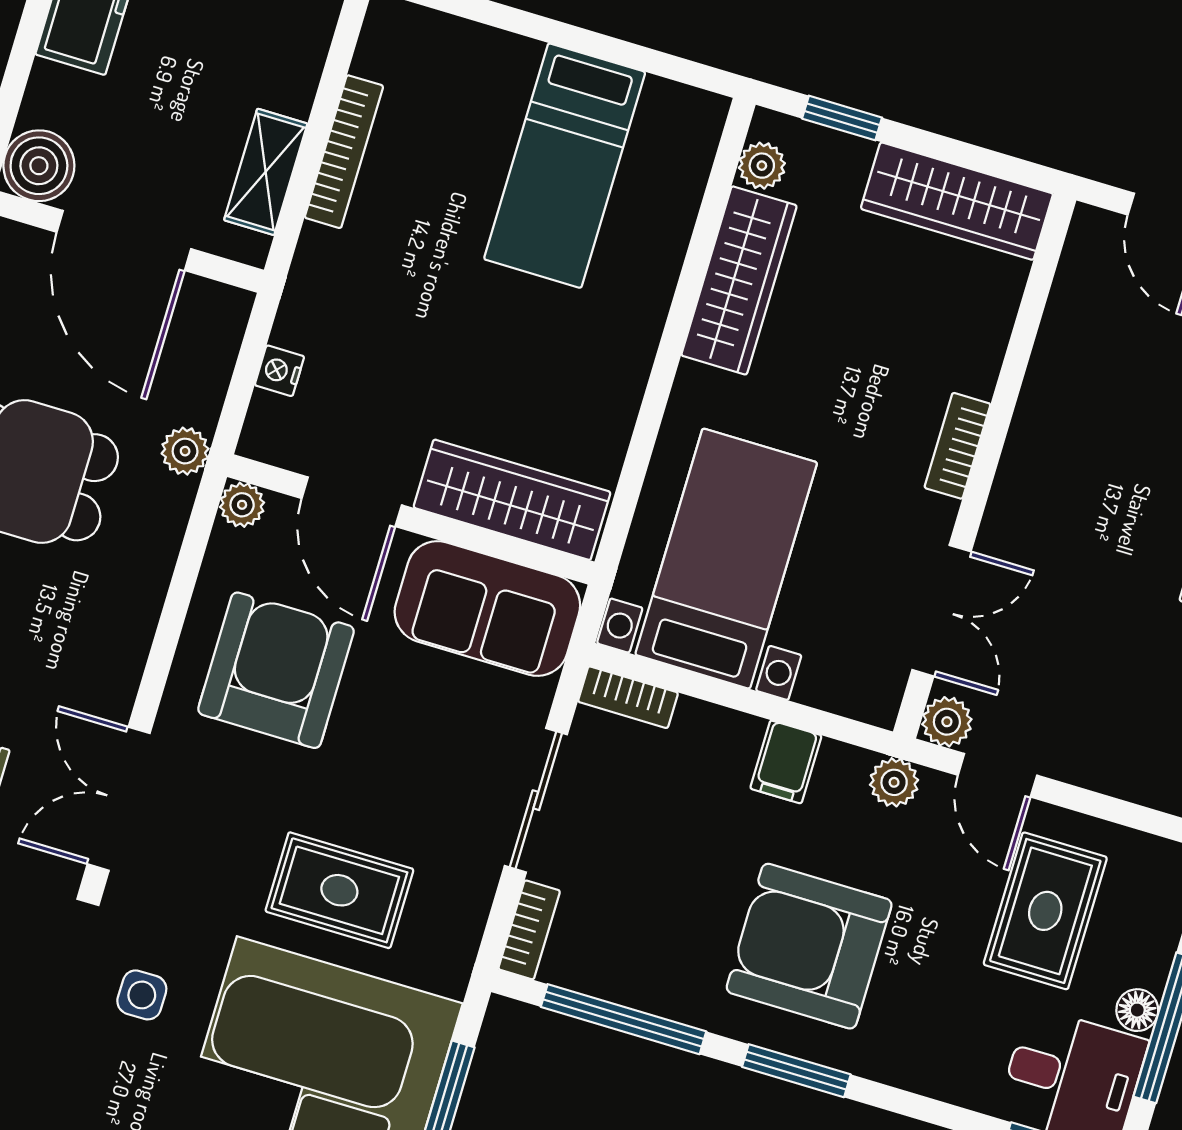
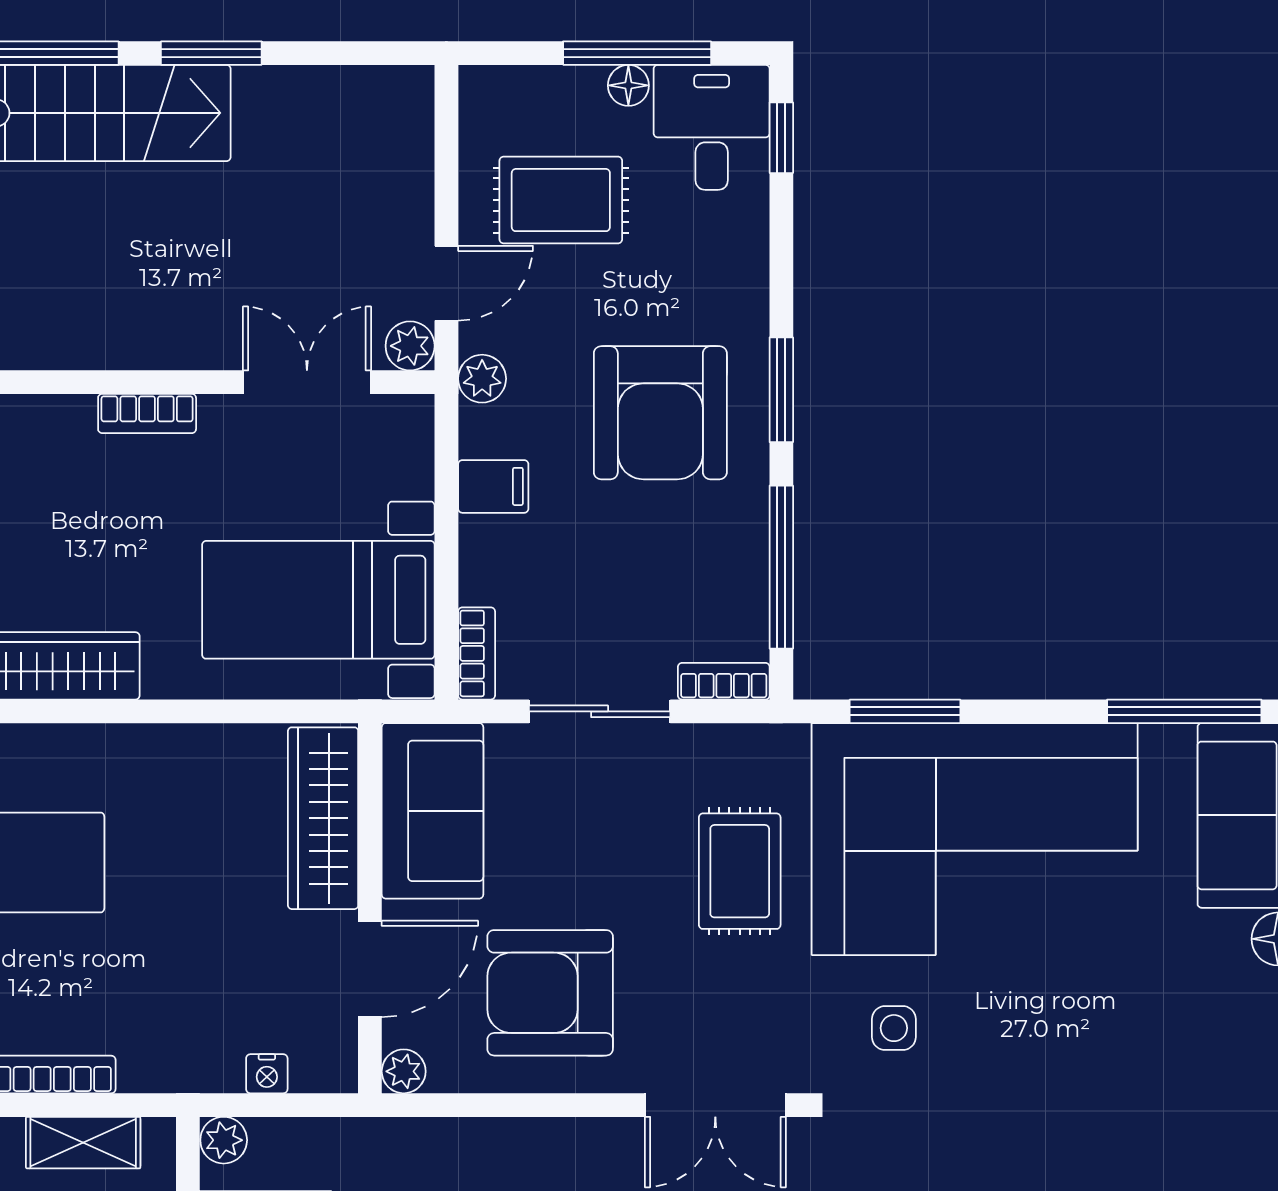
plant: (185, 451) -> (224, 1140), moved

